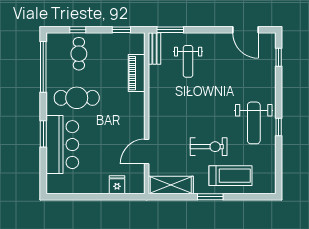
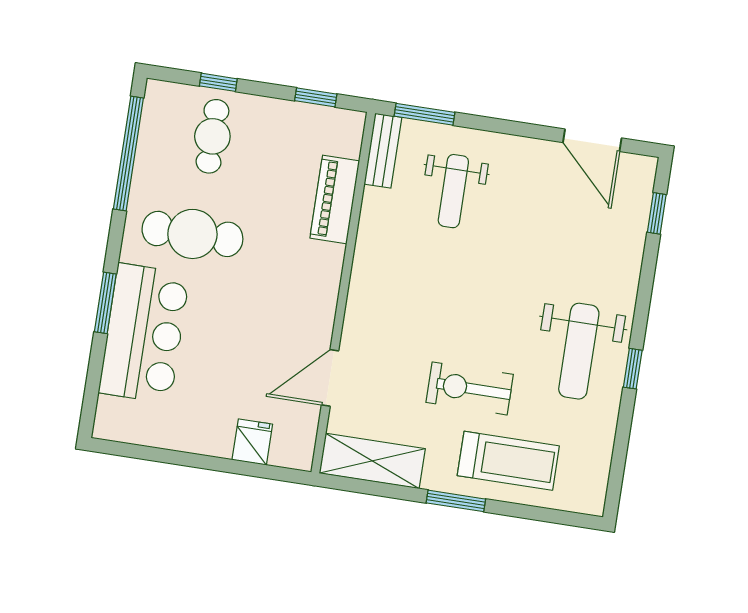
exercise bike: (209, 147) -> (470, 388), turned 180

